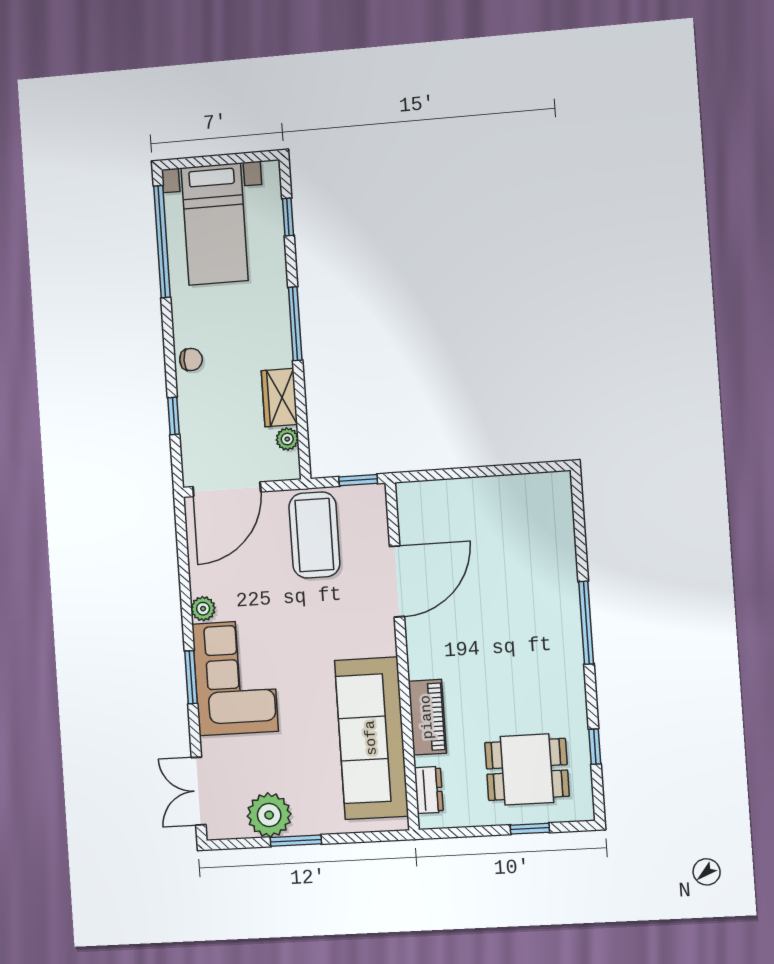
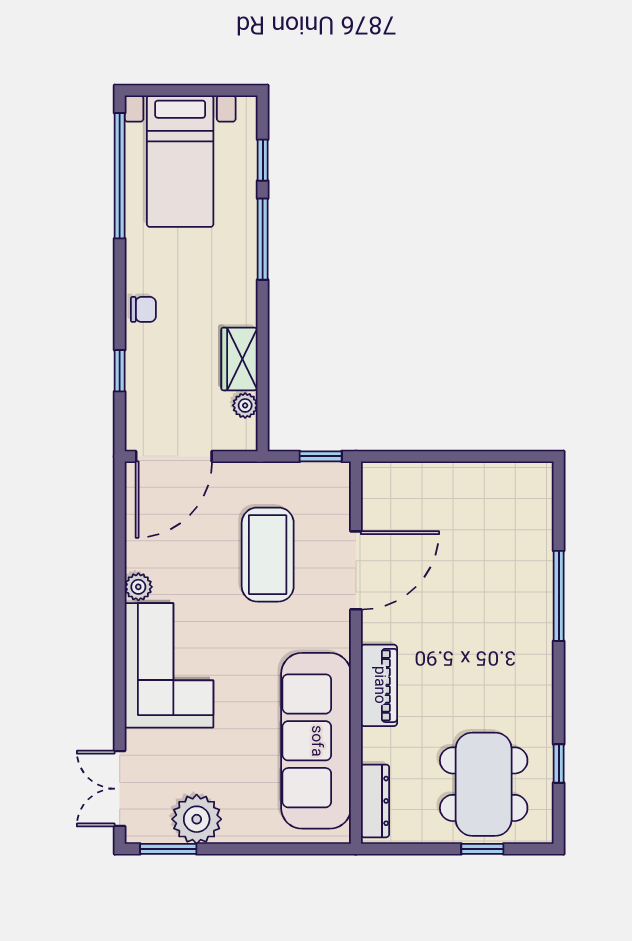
window: (295, 324) -> (263, 239), moved
coffee table: (314, 535) -> (268, 555), moved
window: (586, 623) -> (559, 596), moved
window: (191, 677) -> (120, 662), removed
piano: (427, 717) -> (379, 685), moved
dining table: (527, 769) -> (484, 784), width x1.38
dresser: (429, 790) -> (375, 801), width x1.44
window: (296, 841) -> (168, 849), moved

